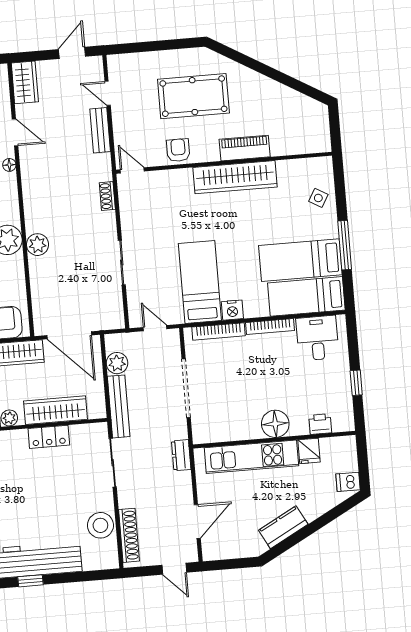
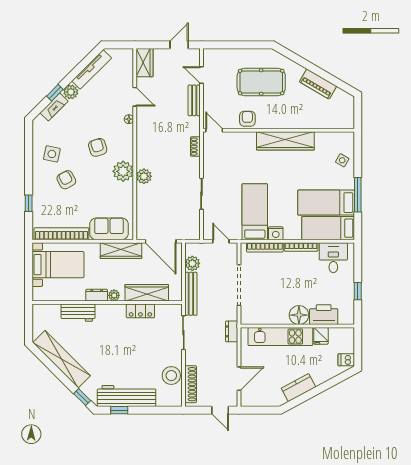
piano: (245, 148) -> (318, 84), moved, turned -150
printer: (320, 424) -> (324, 315), width x1.87, depth x1.48

